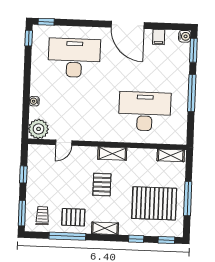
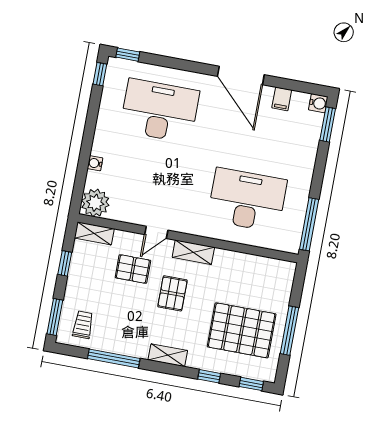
window: (192, 93) -> (309, 224), moved
door: (64, 143) -> (156, 232), moved
shelving: (171, 155) -> (94, 233), moved
pallet: (73, 217) -> (133, 269), moved

